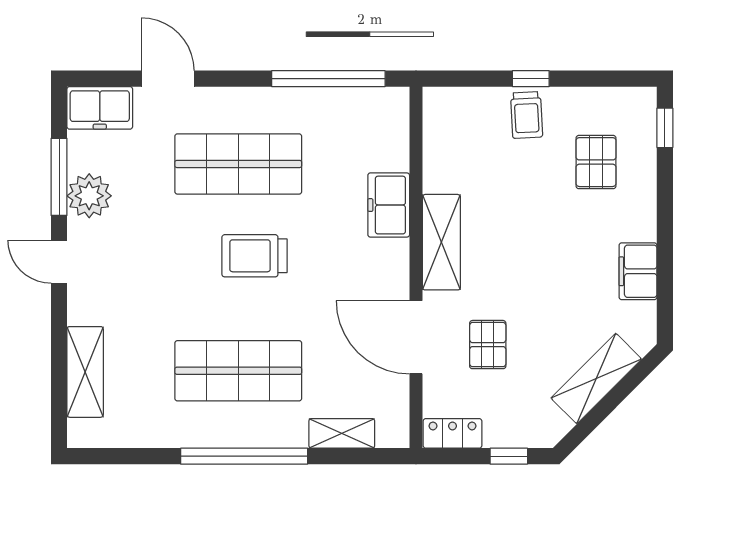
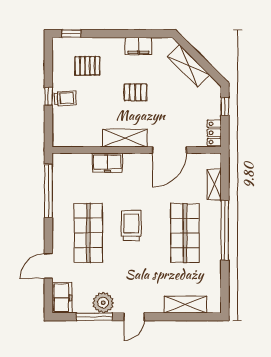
trolley: (255, 256) -> (131, 225), turned 180
pallet: (488, 345) -> (135, 92), moved

